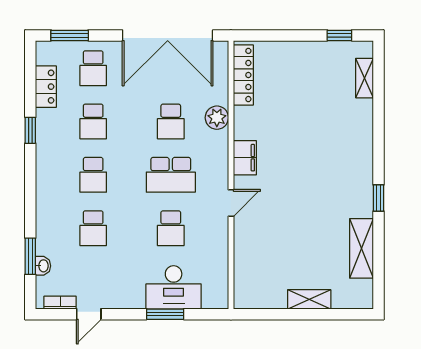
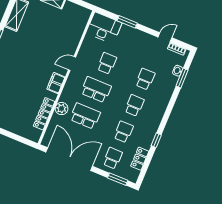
locker: (243, 75) -> (44, 114), moved
school desk: (171, 121) -> (85, 116), width x1.85
desk: (174, 287) -> (104, 28), moved

